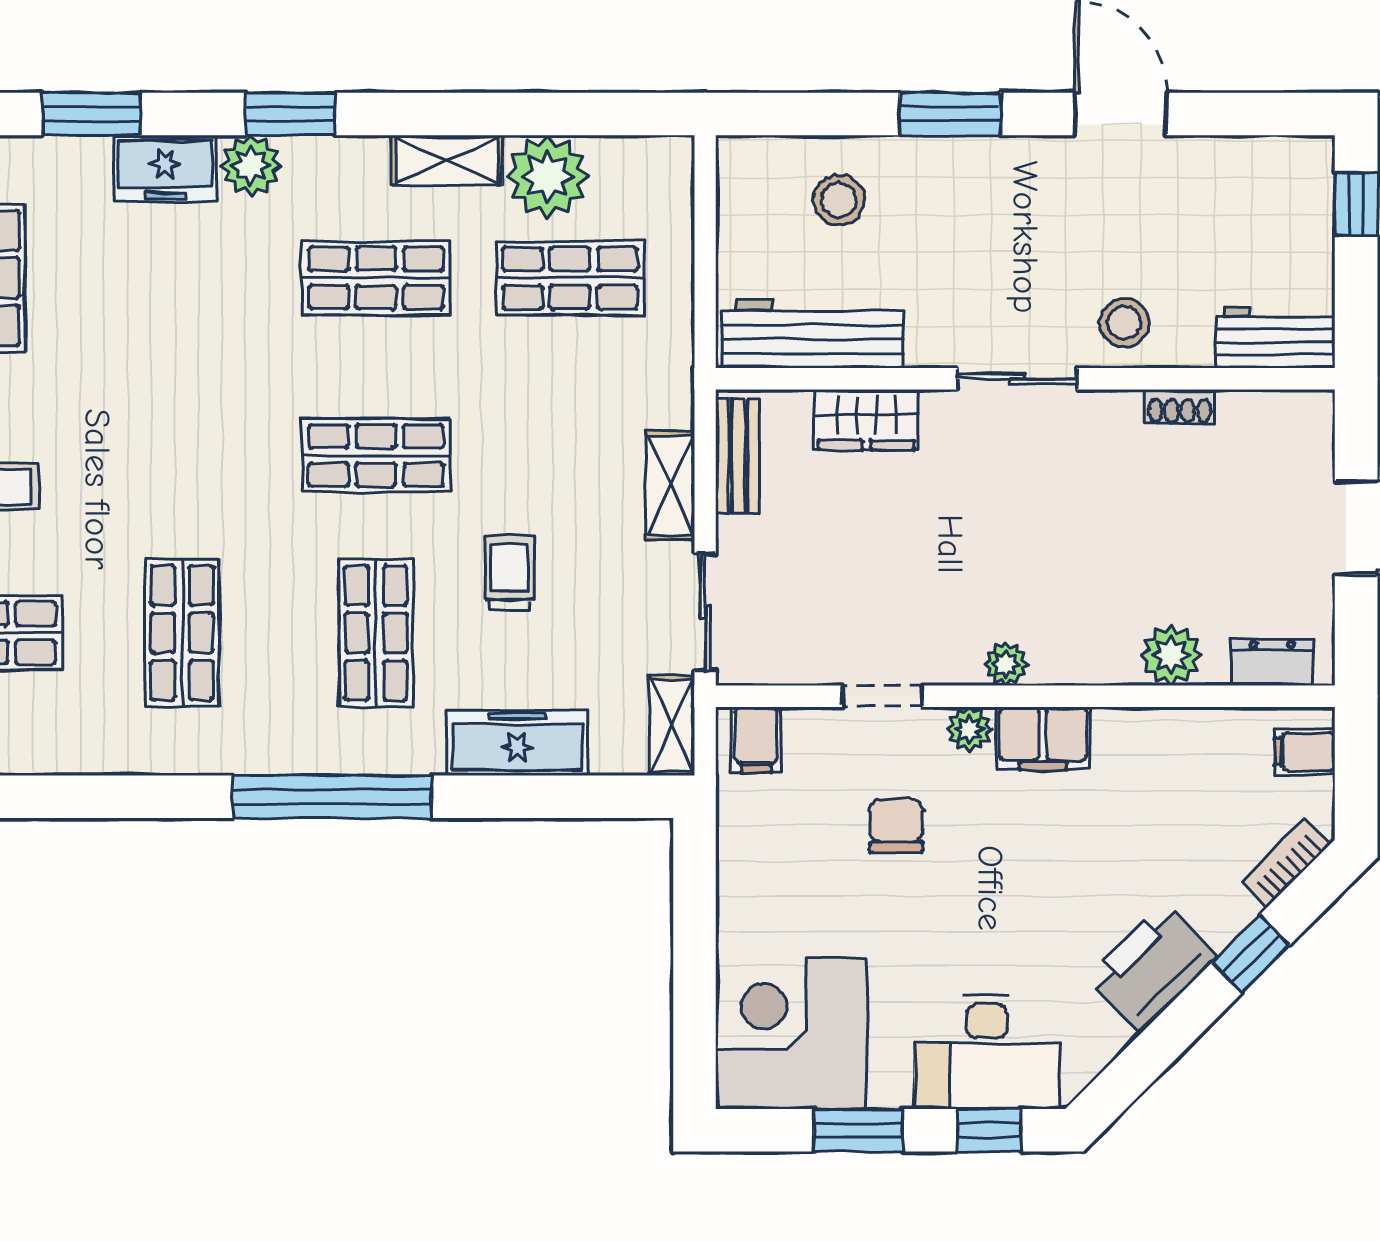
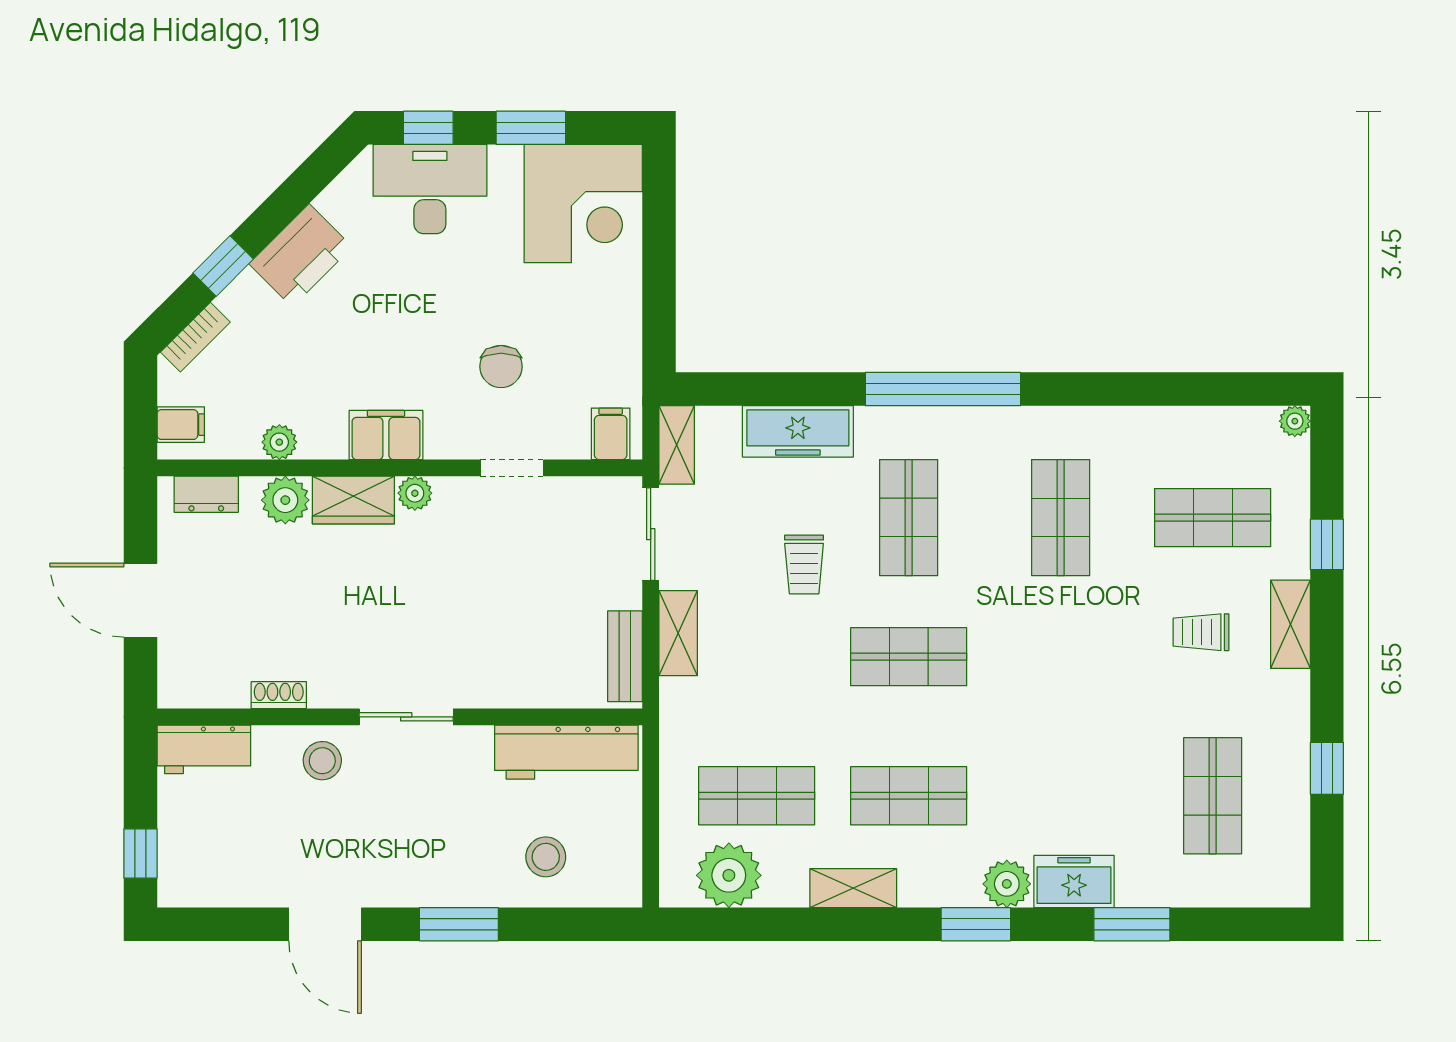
plant: (548, 177) -> (729, 875), moved
wardrobe: (866, 420) -> (353, 500), moved, turned 180
plant: (969, 729) -> (279, 442), moved

